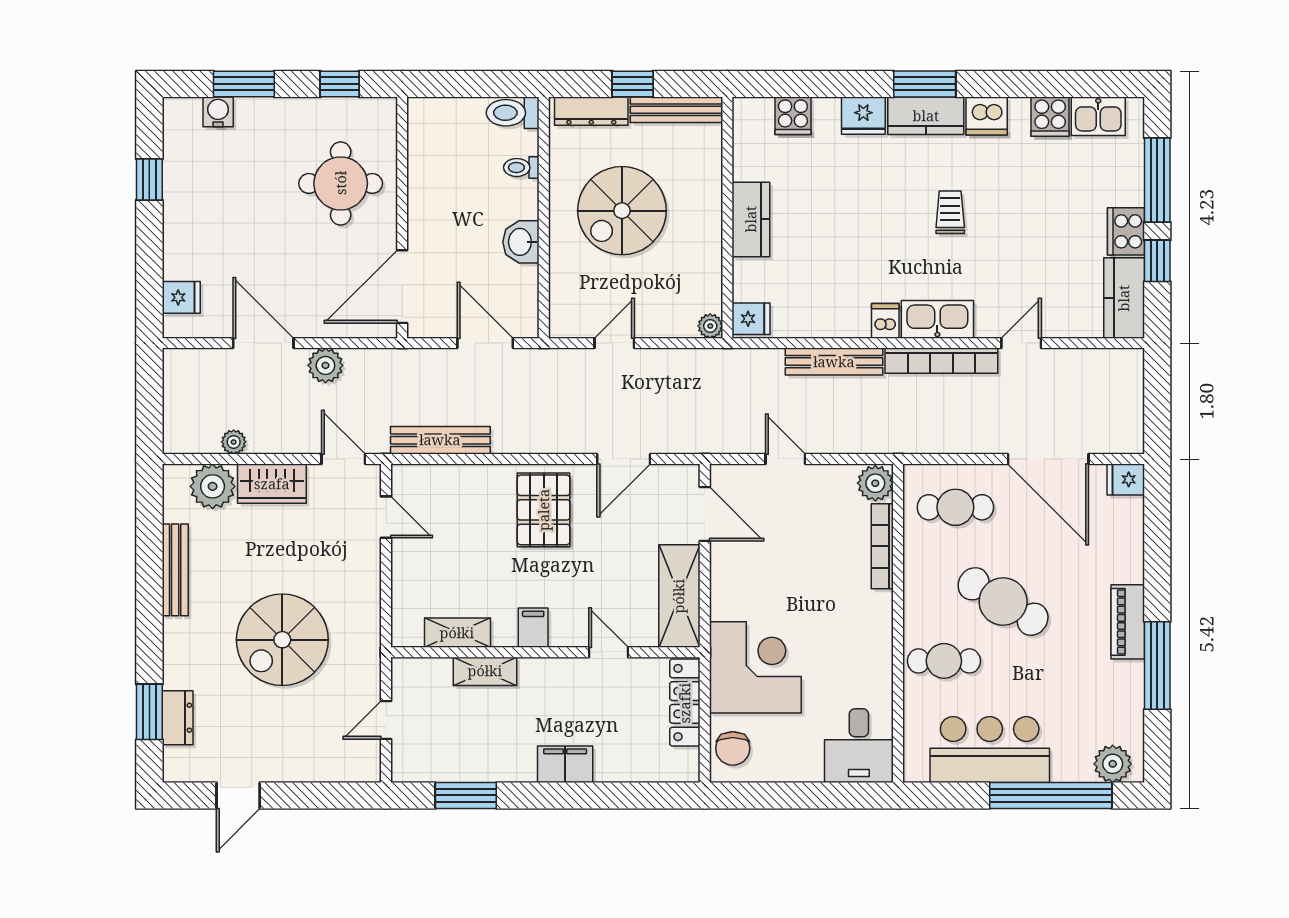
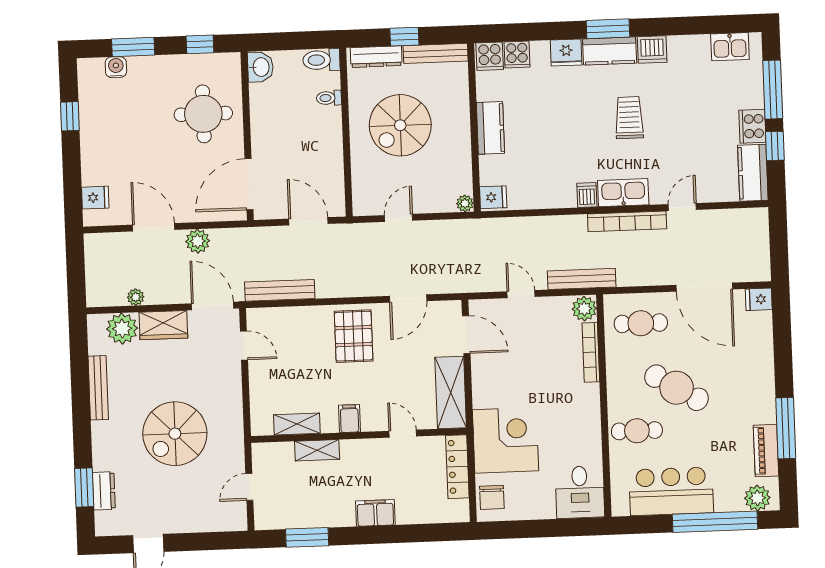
cooker: (1050, 117) -> (490, 56), moved
trolley: (950, 212) -> (629, 118), width x1.36, depth x1.39
washbasin: (521, 242) -> (260, 67), moved, turned 180
bench: (834, 362) -> (582, 279), moved
door: (343, 459) -> (213, 306), width x1.38
piano: (1128, 622) -> (766, 451), moved

